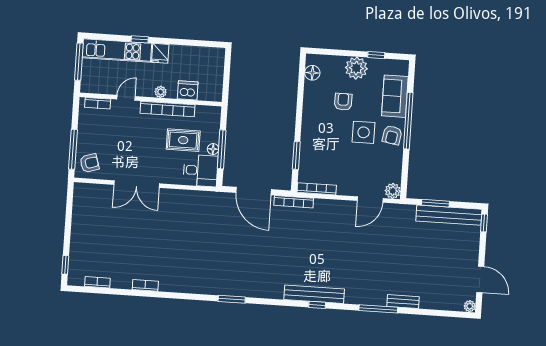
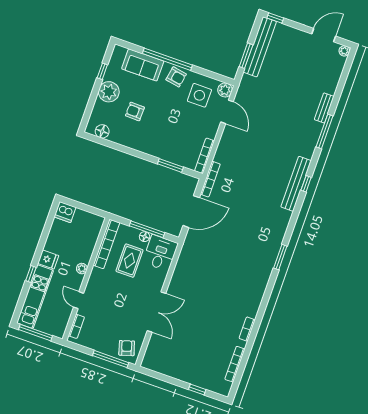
dishwasher: (188, 90) -> (65, 212), moved, turned -90
bookcase: (167, 109) -> (106, 244), moved
side table: (364, 132) -> (199, 95), moved
window: (65, 265) -> (197, 390), moved
bookcase: (97, 282) -> (235, 364), width x1.56

